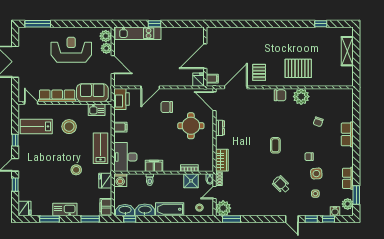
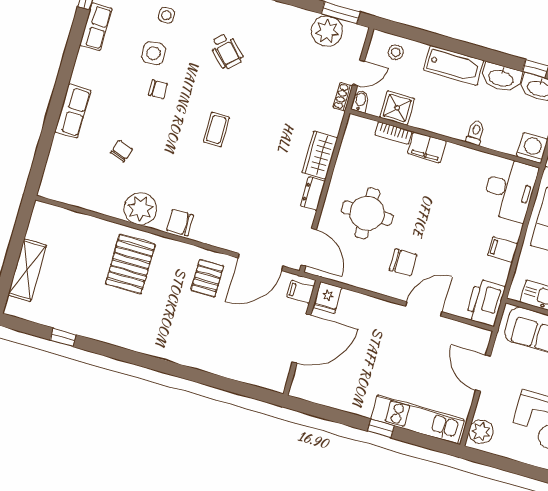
plant: (106, 48) -> (486, 408), removed
pallet: (298, 68) -> (130, 264), turned 90
wardrobe: (222, 160) -> (320, 155), moved
filing cabinet: (154, 166) -> (427, 147), moved
plant: (223, 208) -> (327, 31), moved

